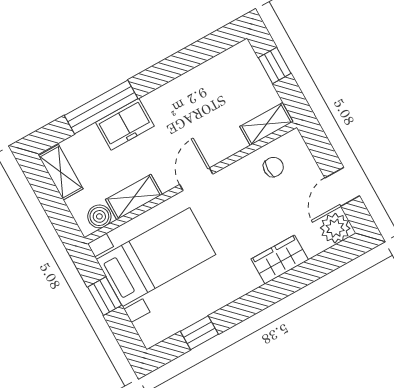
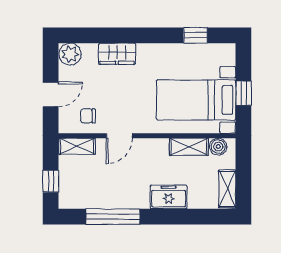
window: (101, 107) -> (113, 217), moved
door: (196, 179) -> (119, 136), moved
door: (342, 187) -> (51, 94), moved

